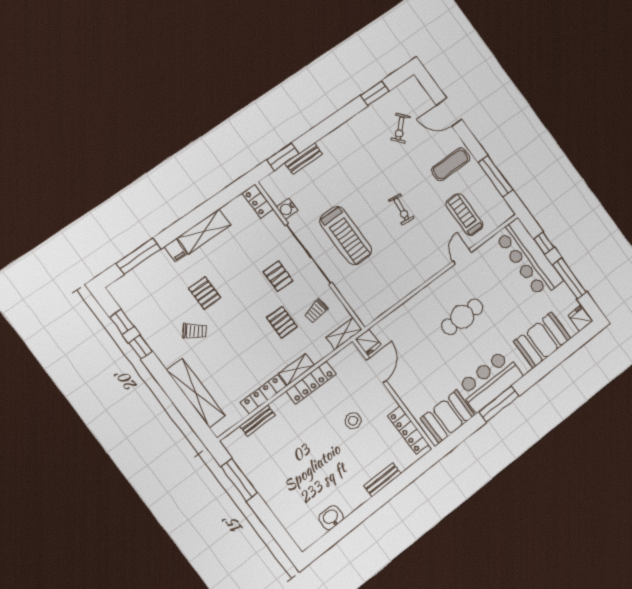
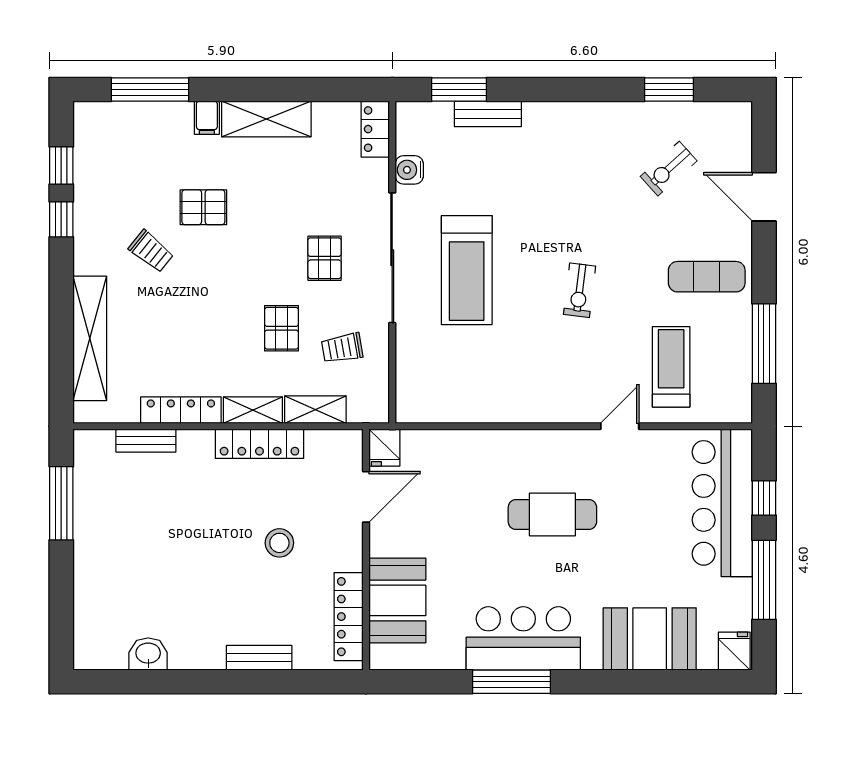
pallet: (205, 293) -> (203, 207), turned 90
shelving: (344, 334) -> (315, 410), moved
booth: (448, 416) -> (397, 600), moved, turned 90

